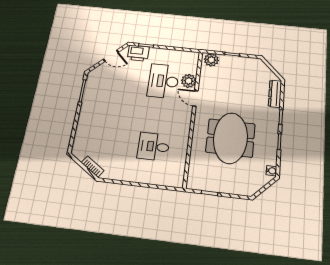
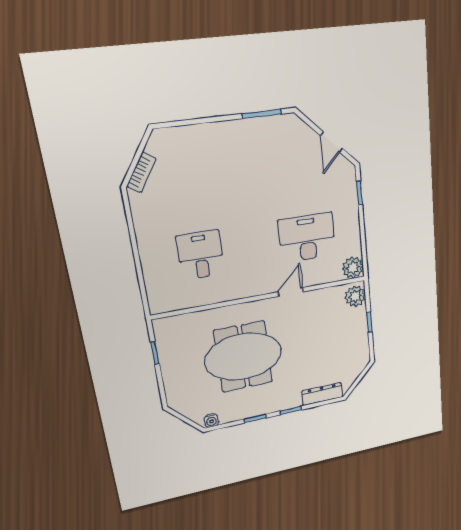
printer: (138, 53) -> (344, 185), removed
plant: (189, 81) -> (353, 268), moved

